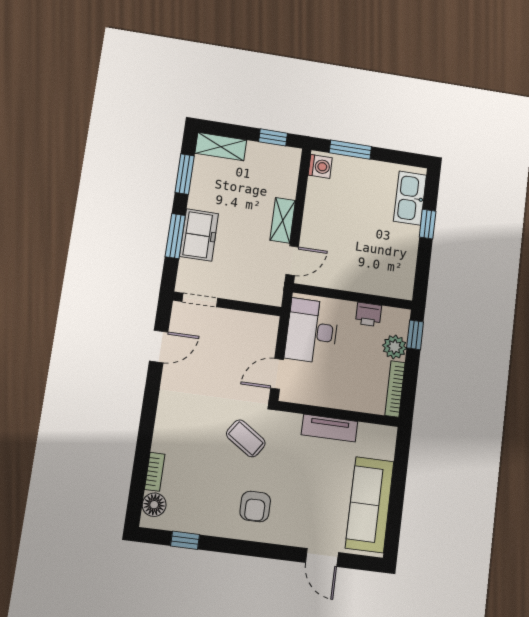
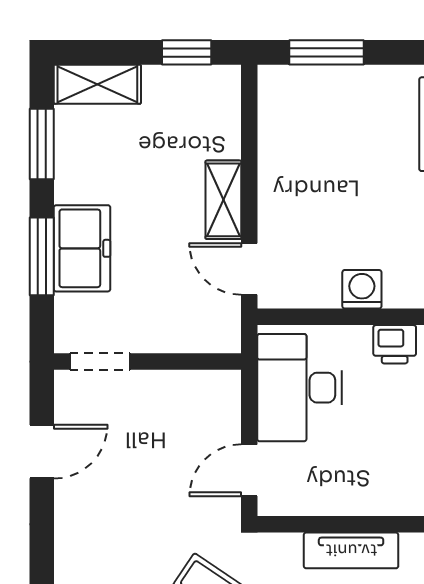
washing machine: (320, 166) -> (362, 289), moved, turned -90
door: (292, 261) -> (249, 269), swing flipped

